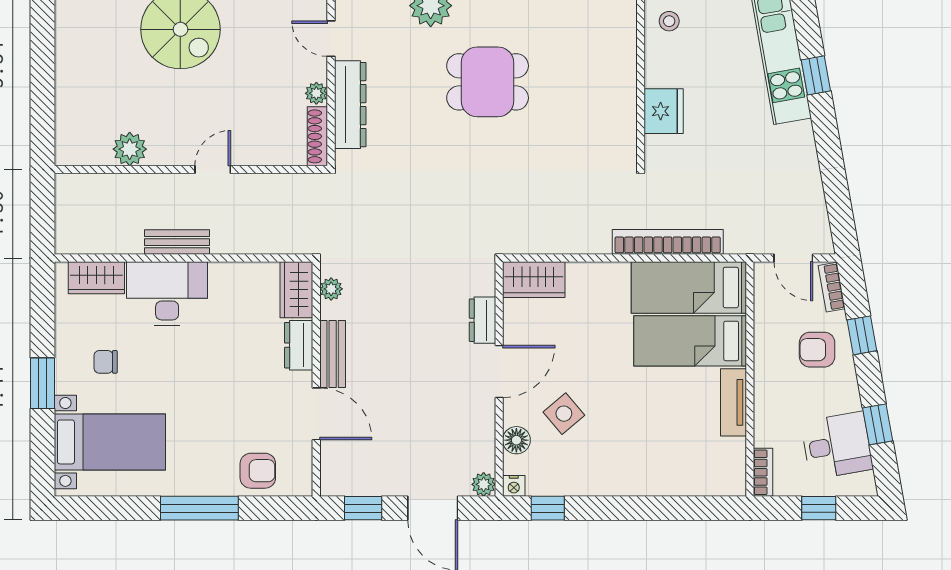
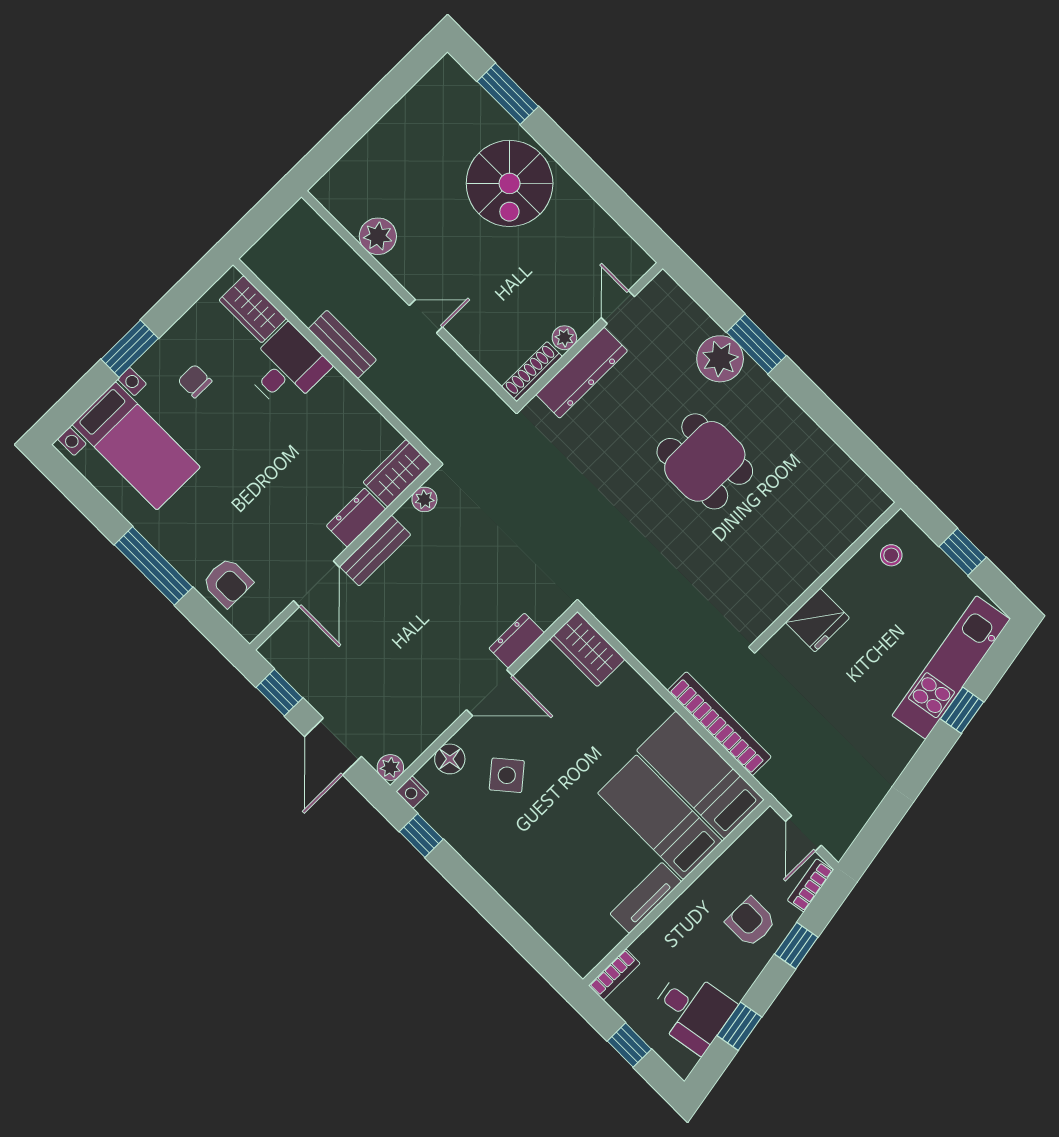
desk: (167, 293) -> (287, 367), width x0.73

